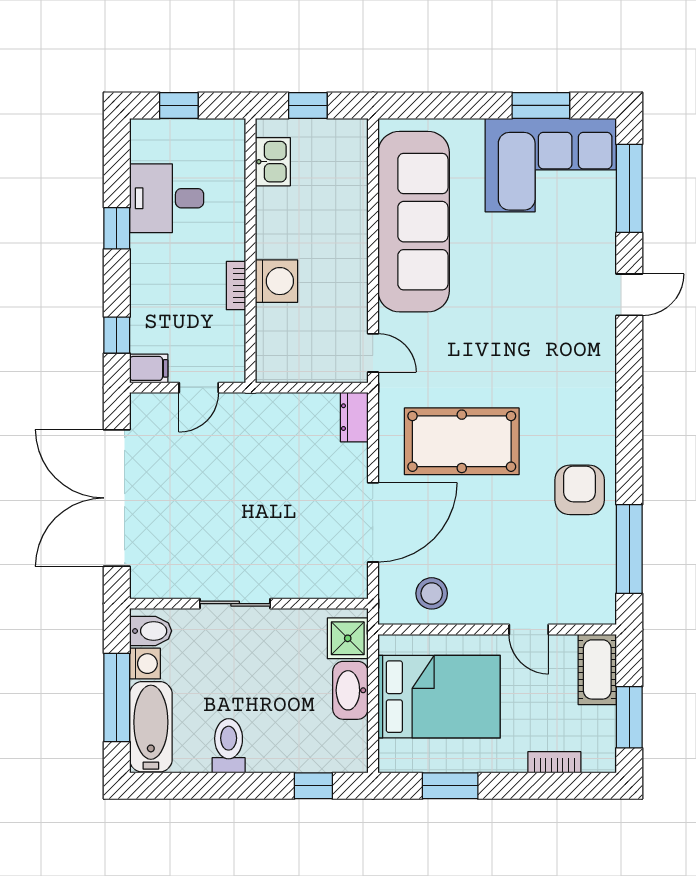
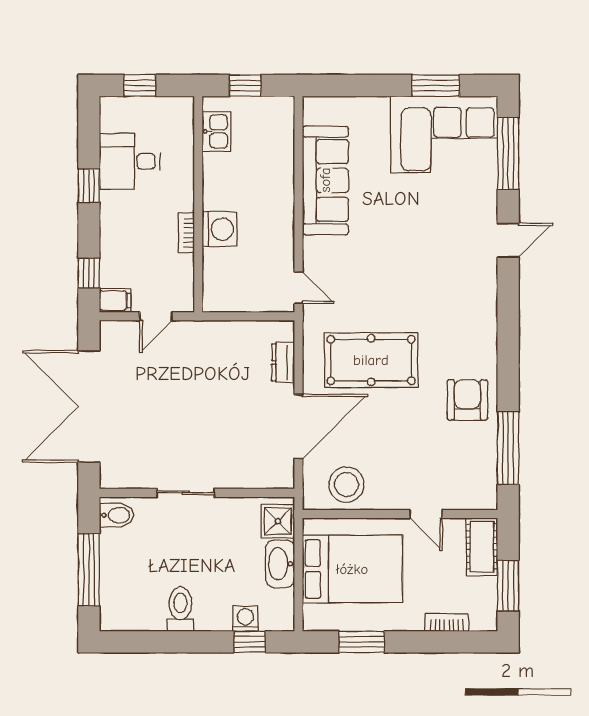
sofa: (414, 222) -> (325, 180), width x0.74, depth x0.79
dresser: (354, 417) -> (283, 362), moved
stool: (432, 593) -> (346, 485), width x1.38, depth x1.38
washing machine: (145, 664) -> (245, 619), moved, turned -90
bathtub: (151, 727) -> (117, 594), removed

